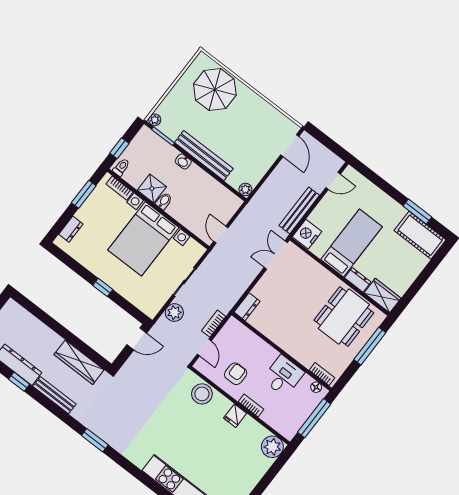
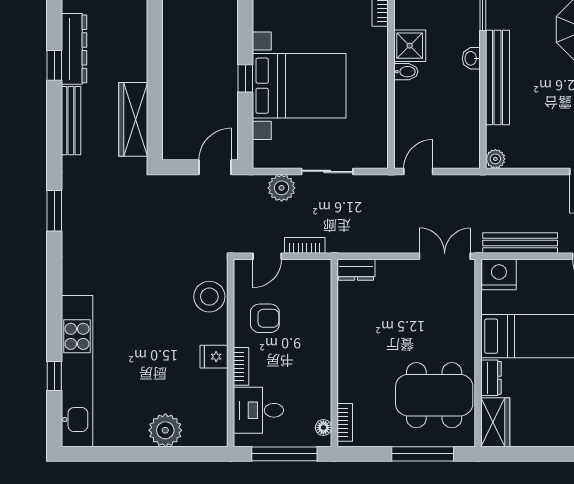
bed with nightstands: (143, 239) -> (299, 86), moved, turned 180
door: (137, 339) -> (215, 167), swing flipped
desk: (283, 376) -> (258, 410), moved, turned 180
plant: (272, 447) -> (165, 430), moved

